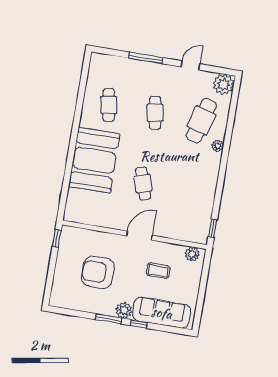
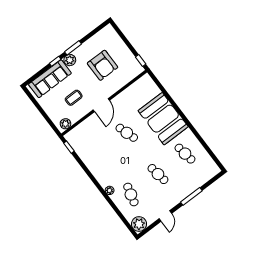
cafe table: (201, 121) -> (131, 194), width x0.73, depth x0.74
armchair: (98, 272) -> (103, 65), turned 90

